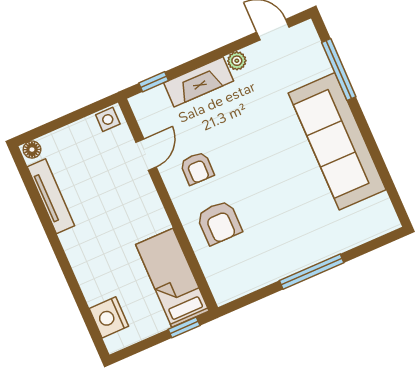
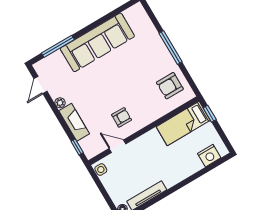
armchair: (219, 223) -> (170, 86), moved, turned 180

